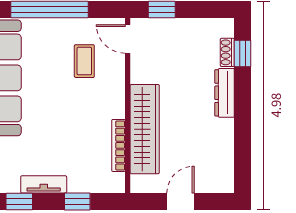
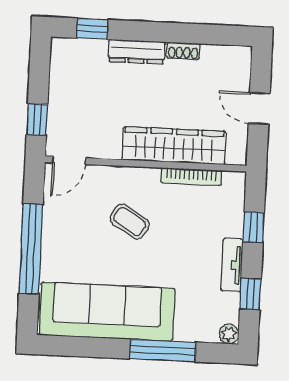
shoe rack: (227, 52) -> (183, 51), moved
coffee table: (84, 61) -> (130, 222), moved, turned 32

